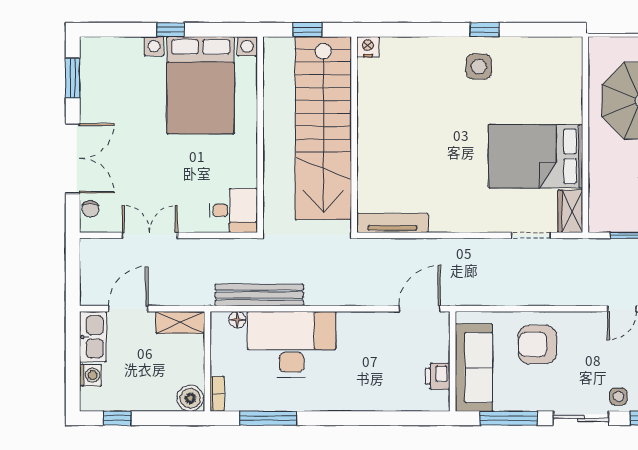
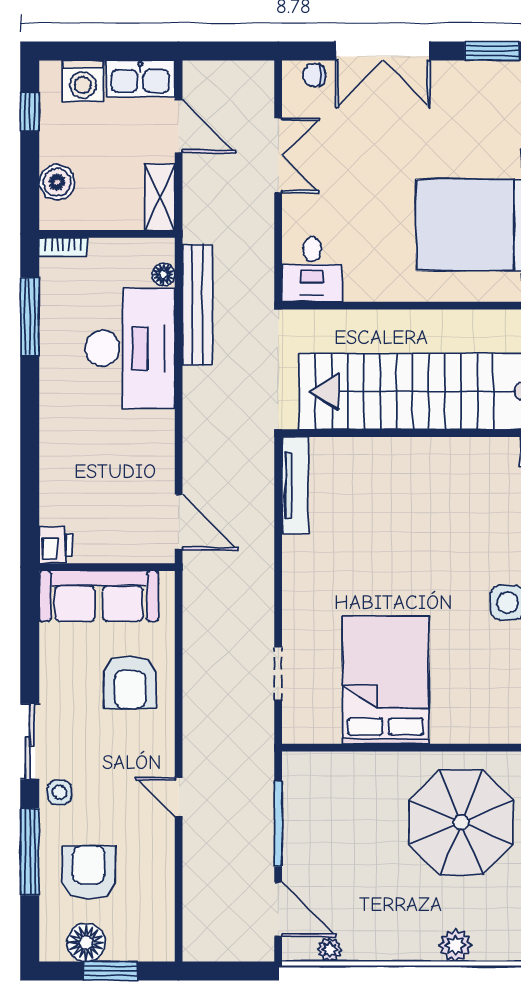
wardrobe: (570, 211) -> (311, 727), removed
armchair: (537, 344) -> (130, 682), turned 180
washing machine: (90, 375) -> (83, 81), width x1.38, depth x1.38
printer: (438, 376) -> (56, 545), moved, turned 90
boiler: (190, 398) -> (57, 182), moved
window: (509, 418) -> (30, 643), removed

